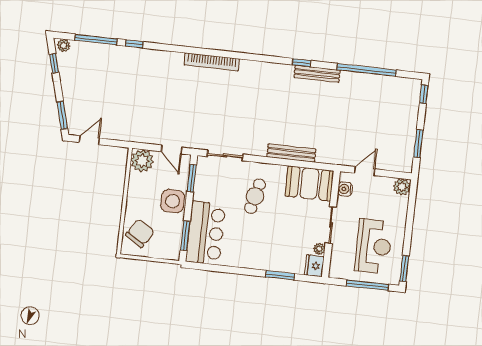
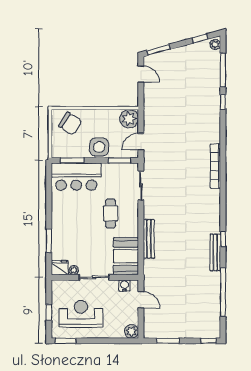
cafe table: (255, 196) -> (111, 213), turned 76
reception desk: (374, 246) -> (81, 314), turned 180
window: (367, 285) -> (49, 312), width x0.46

